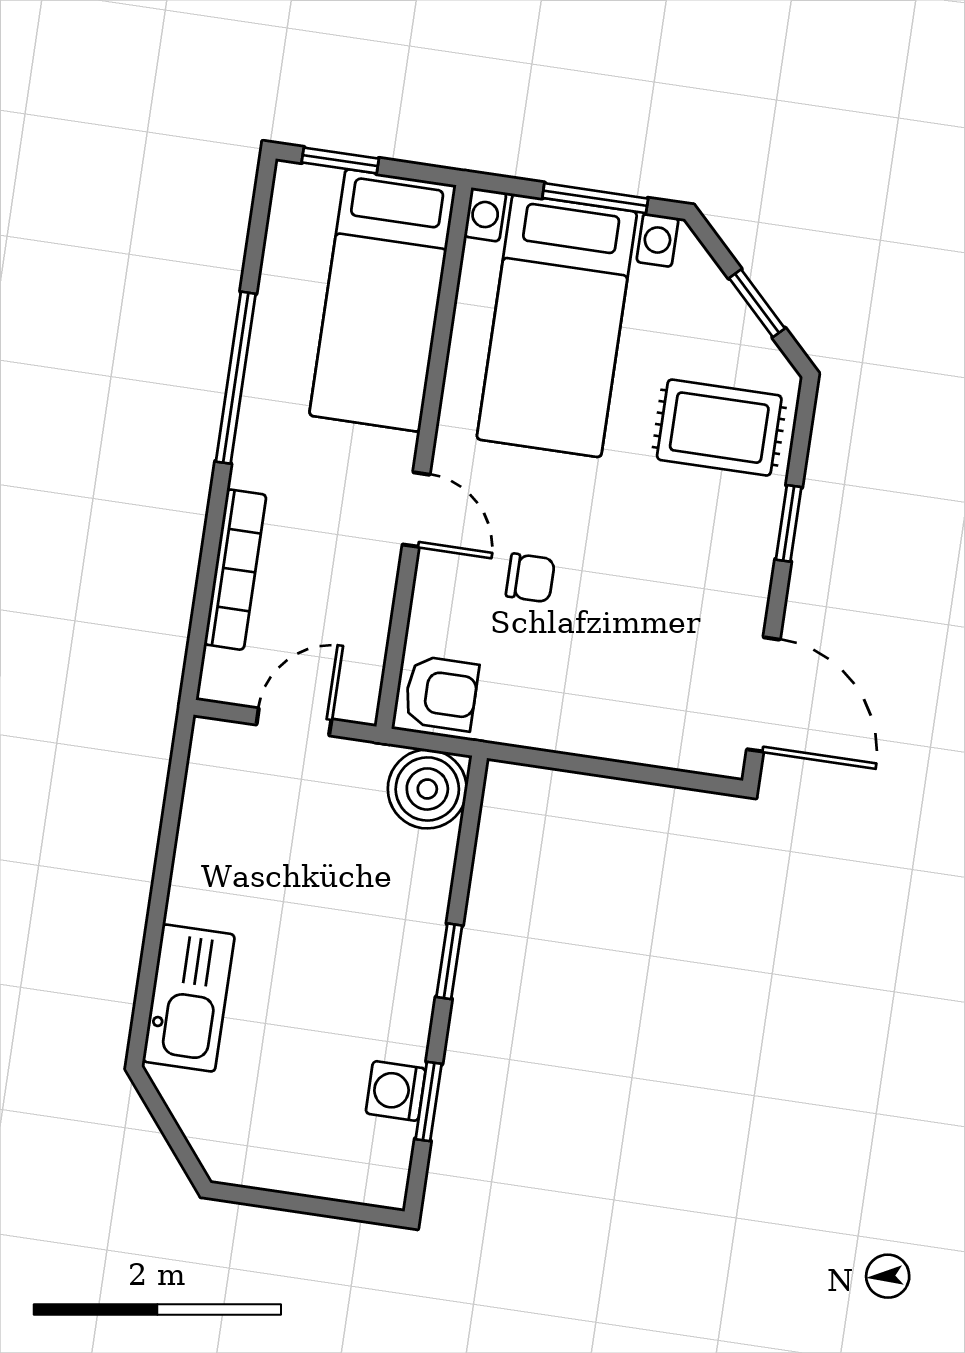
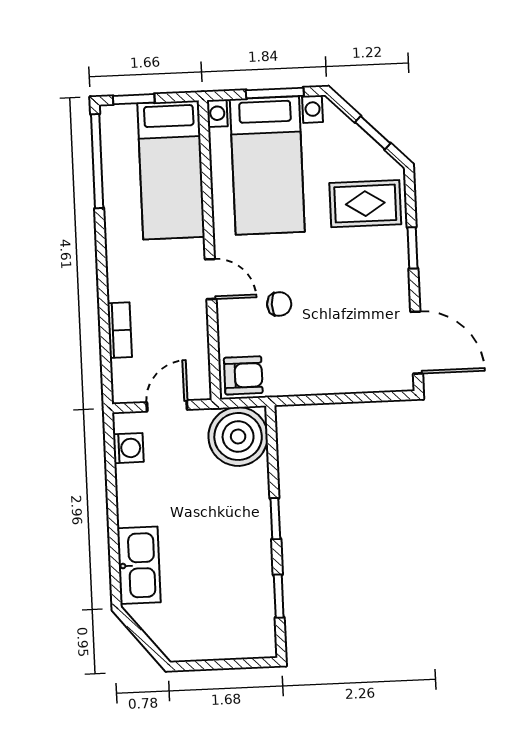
window: (236, 378) -> (97, 161), moved
bookcase: (235, 570) -> (120, 330), width x0.64
boiler: (427, 789) -> (238, 436), width x1.37, depth x1.37
washing machine: (396, 1091) -> (128, 448), moved, turned 180

